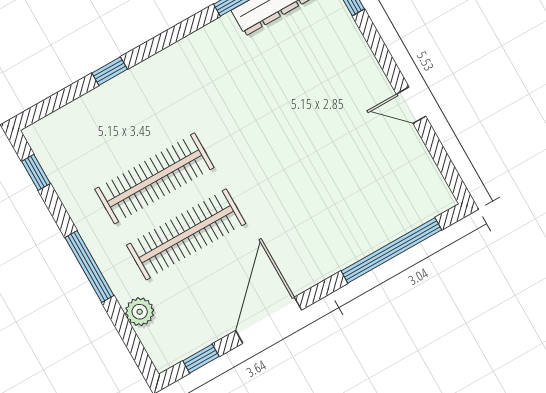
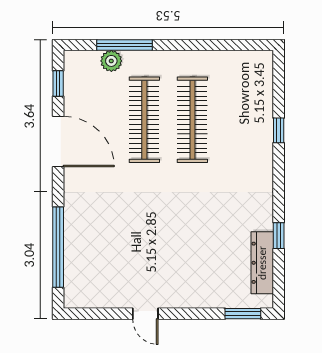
door: (411, 105) -> (145, 314), swing flipped
window: (36, 172) -> (240, 45), removed
window: (89, 266) -> (124, 45), moved

